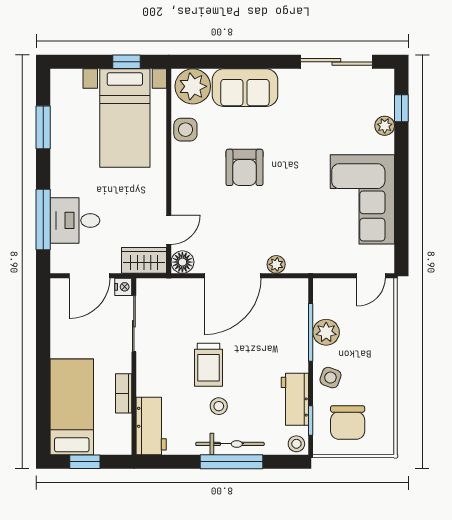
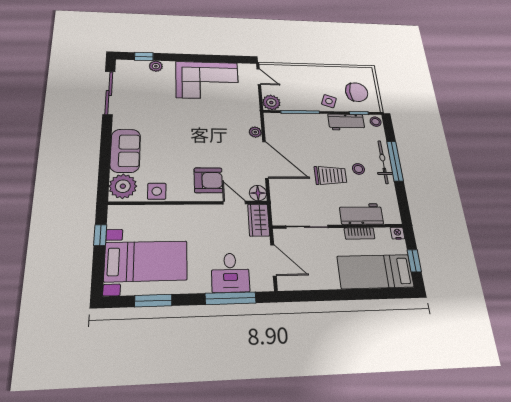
bed with nightstands: (125, 118) -> (146, 261), moved
armchair: (244, 167) -> (208, 180), moved
nightstand: (123, 287) -> (398, 233), moved
plant: (326, 332) -> (271, 102), moved
workbench: (151, 426) -> (361, 214), moved

